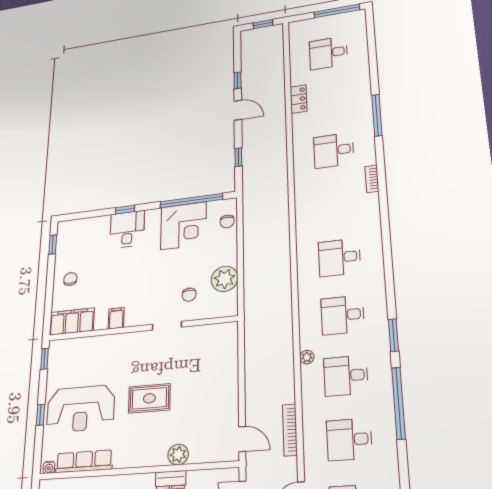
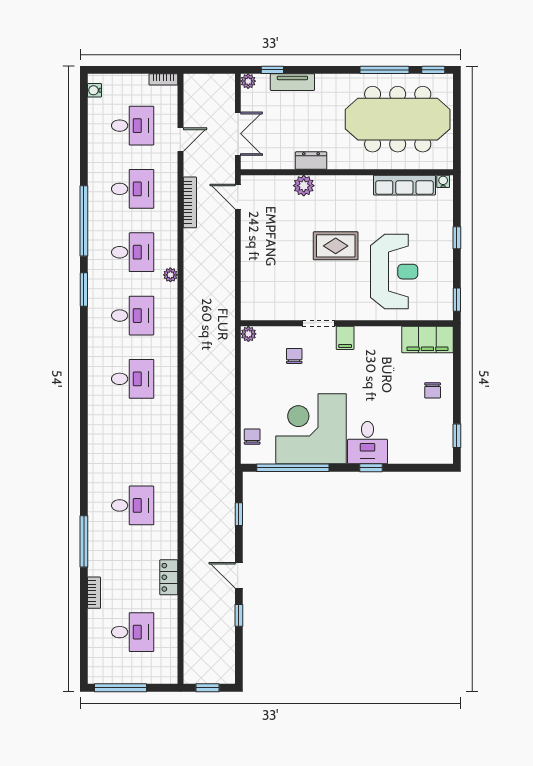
bookcase: (372, 179) -> (94, 593), moved
corner desk: (183, 226) -> (311, 429), width x1.36, depth x1.36
plant: (225, 279) -> (248, 334), moved, width x0.53, depth x0.53
filing cabinet: (116, 318) -> (345, 338), moved
reception desk: (81, 409) -> (394, 272), moved, turned 90

